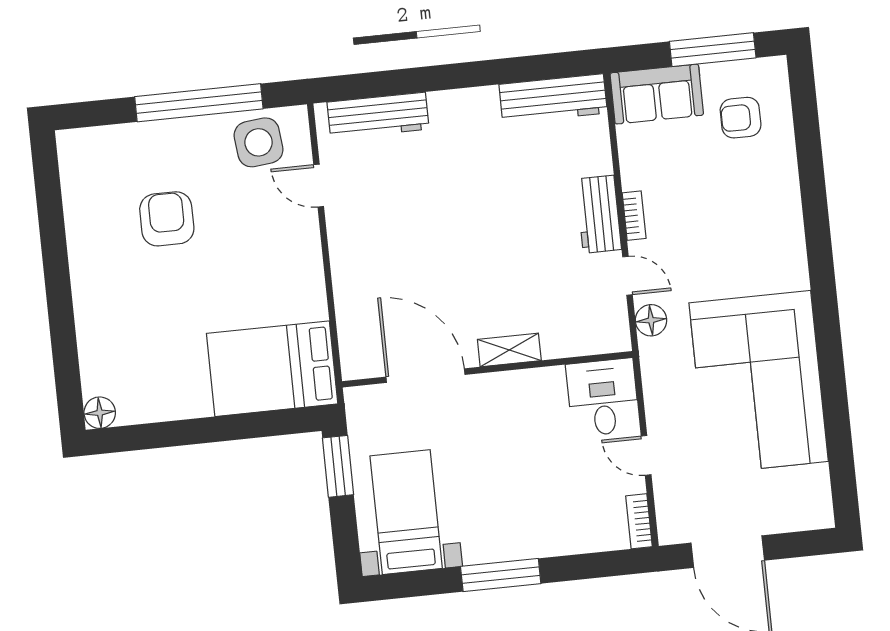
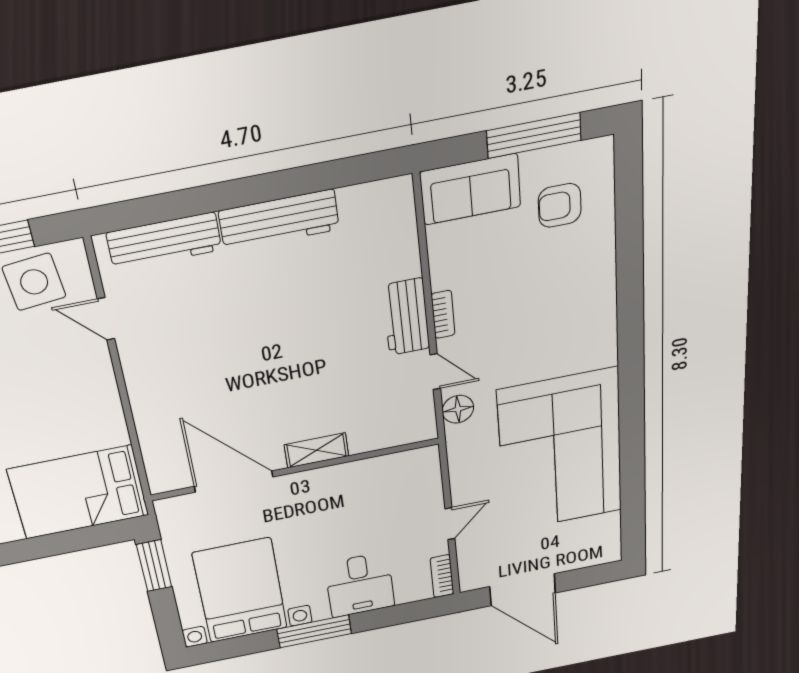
workbench: (553, 99) -> (279, 220), moved
desk: (603, 397) -> (360, 585), moved, turned 180
door: (646, 455) -> (450, 524), swing flipped
bed with nightstands: (406, 512) -> (240, 591), width x1.36

